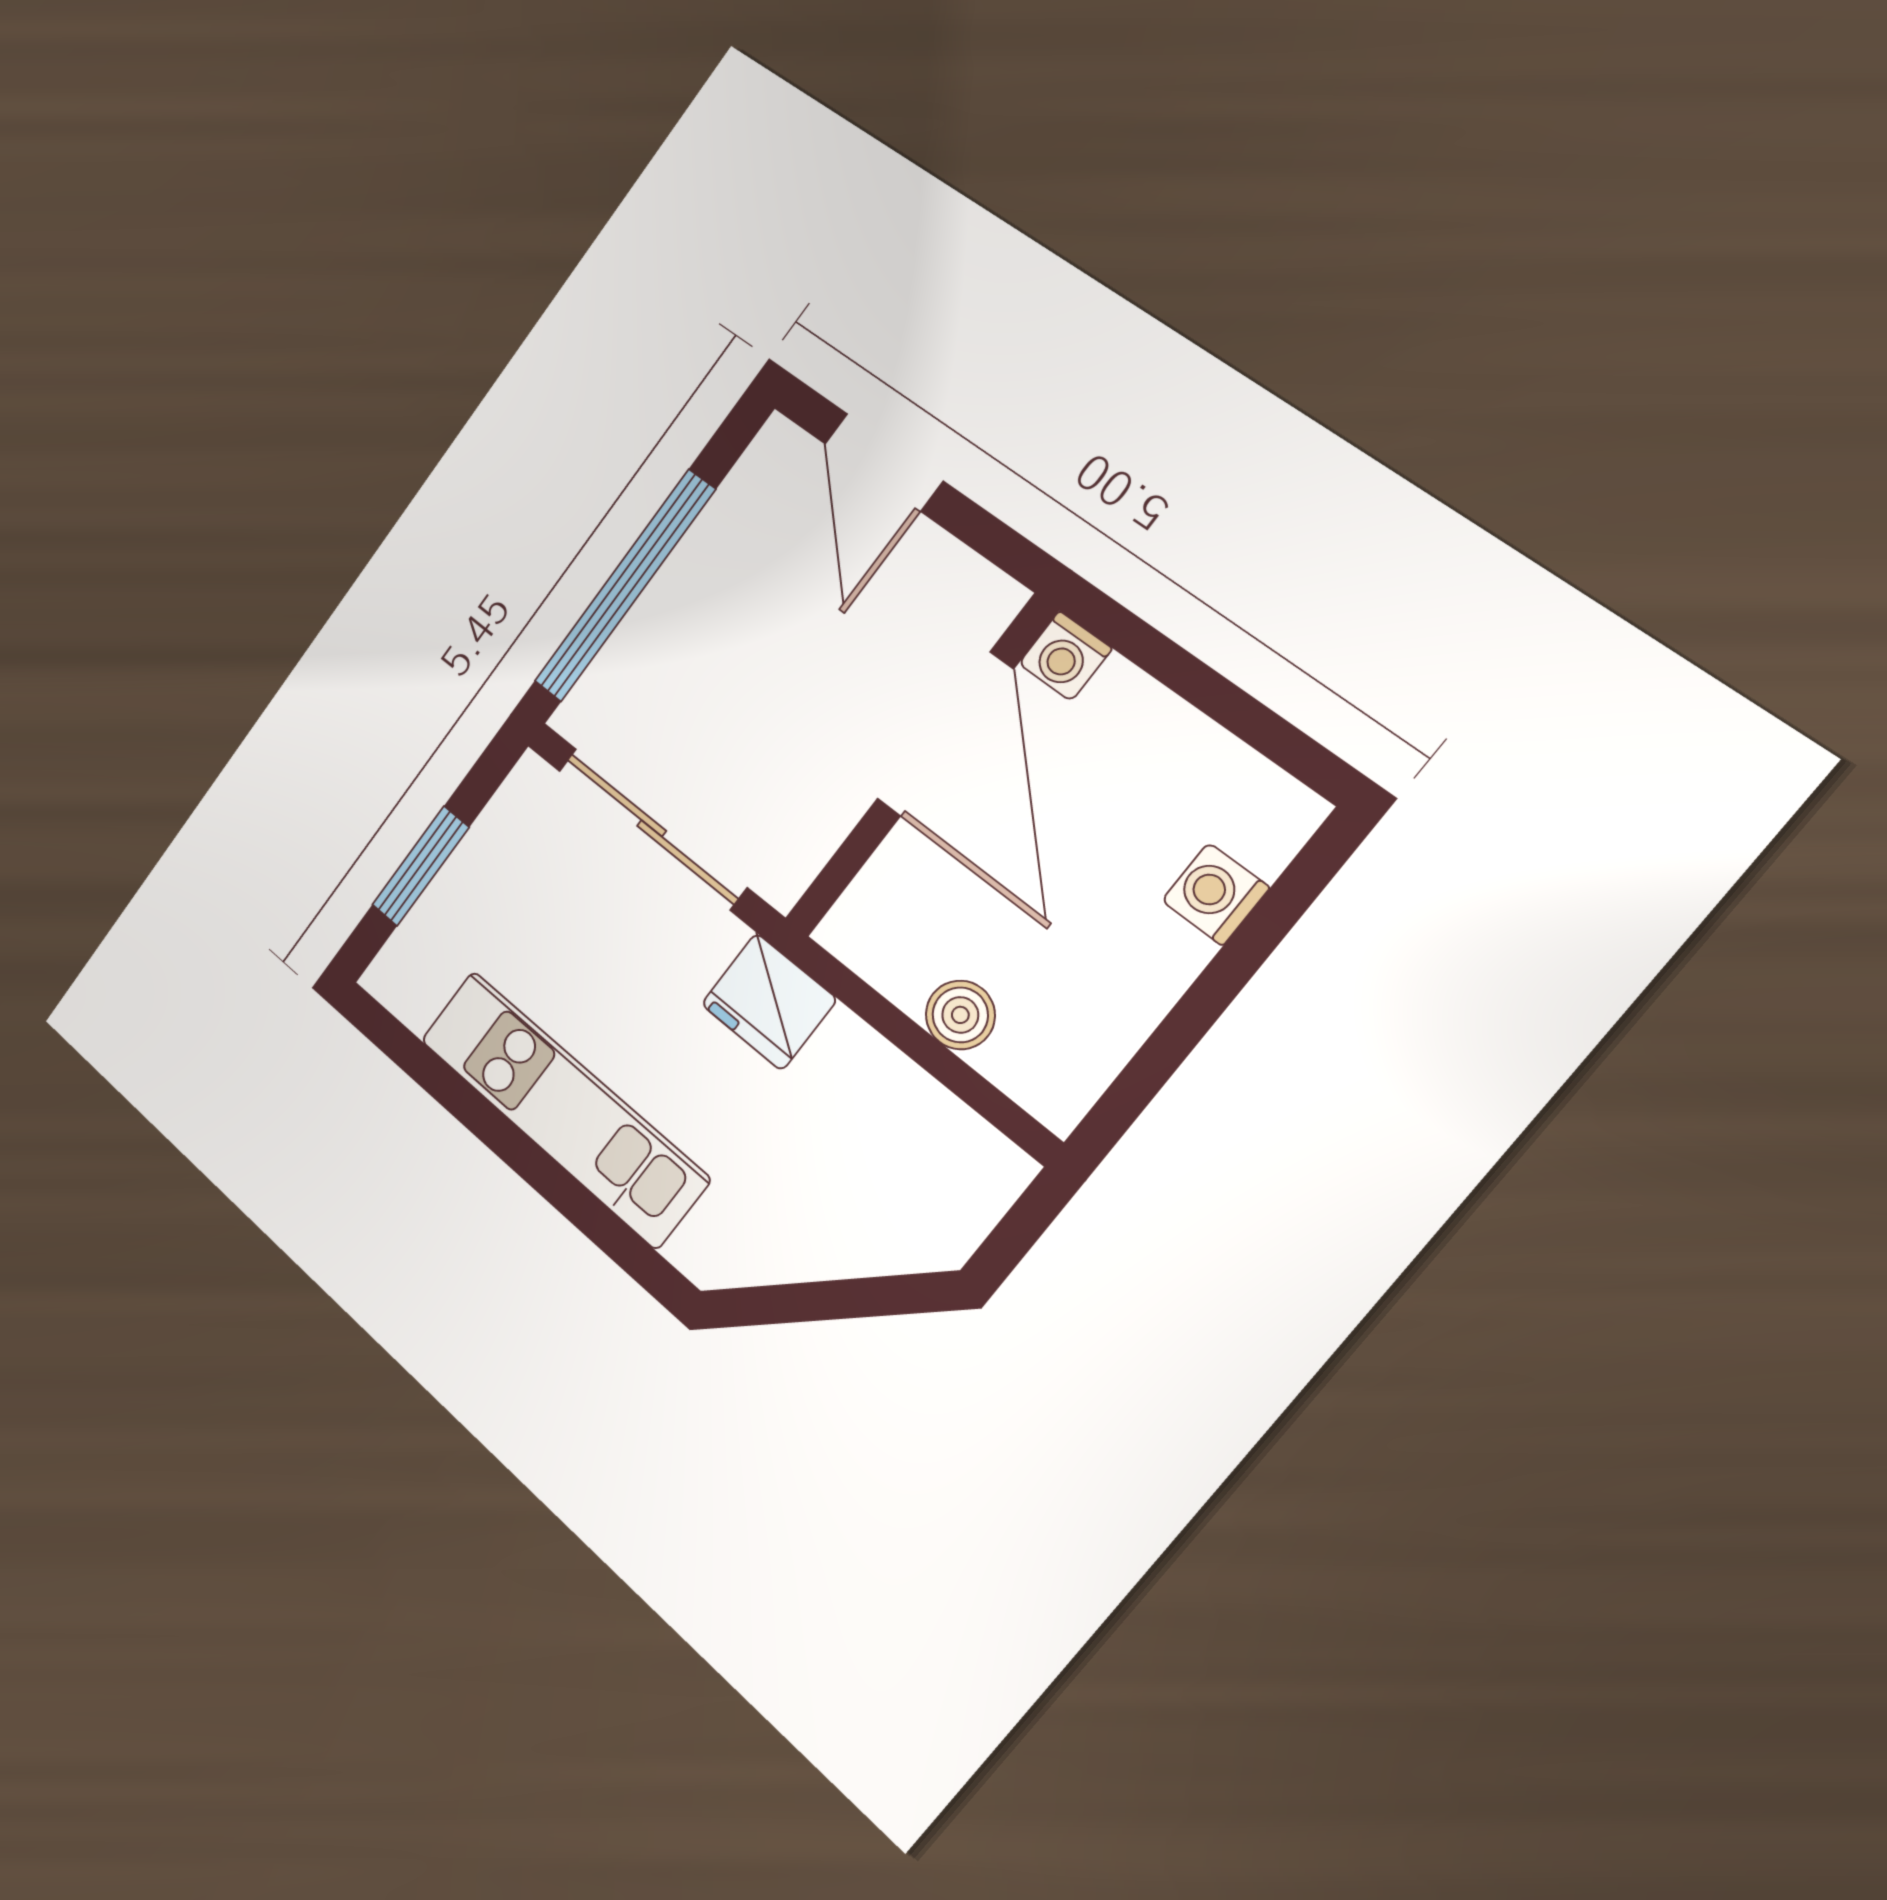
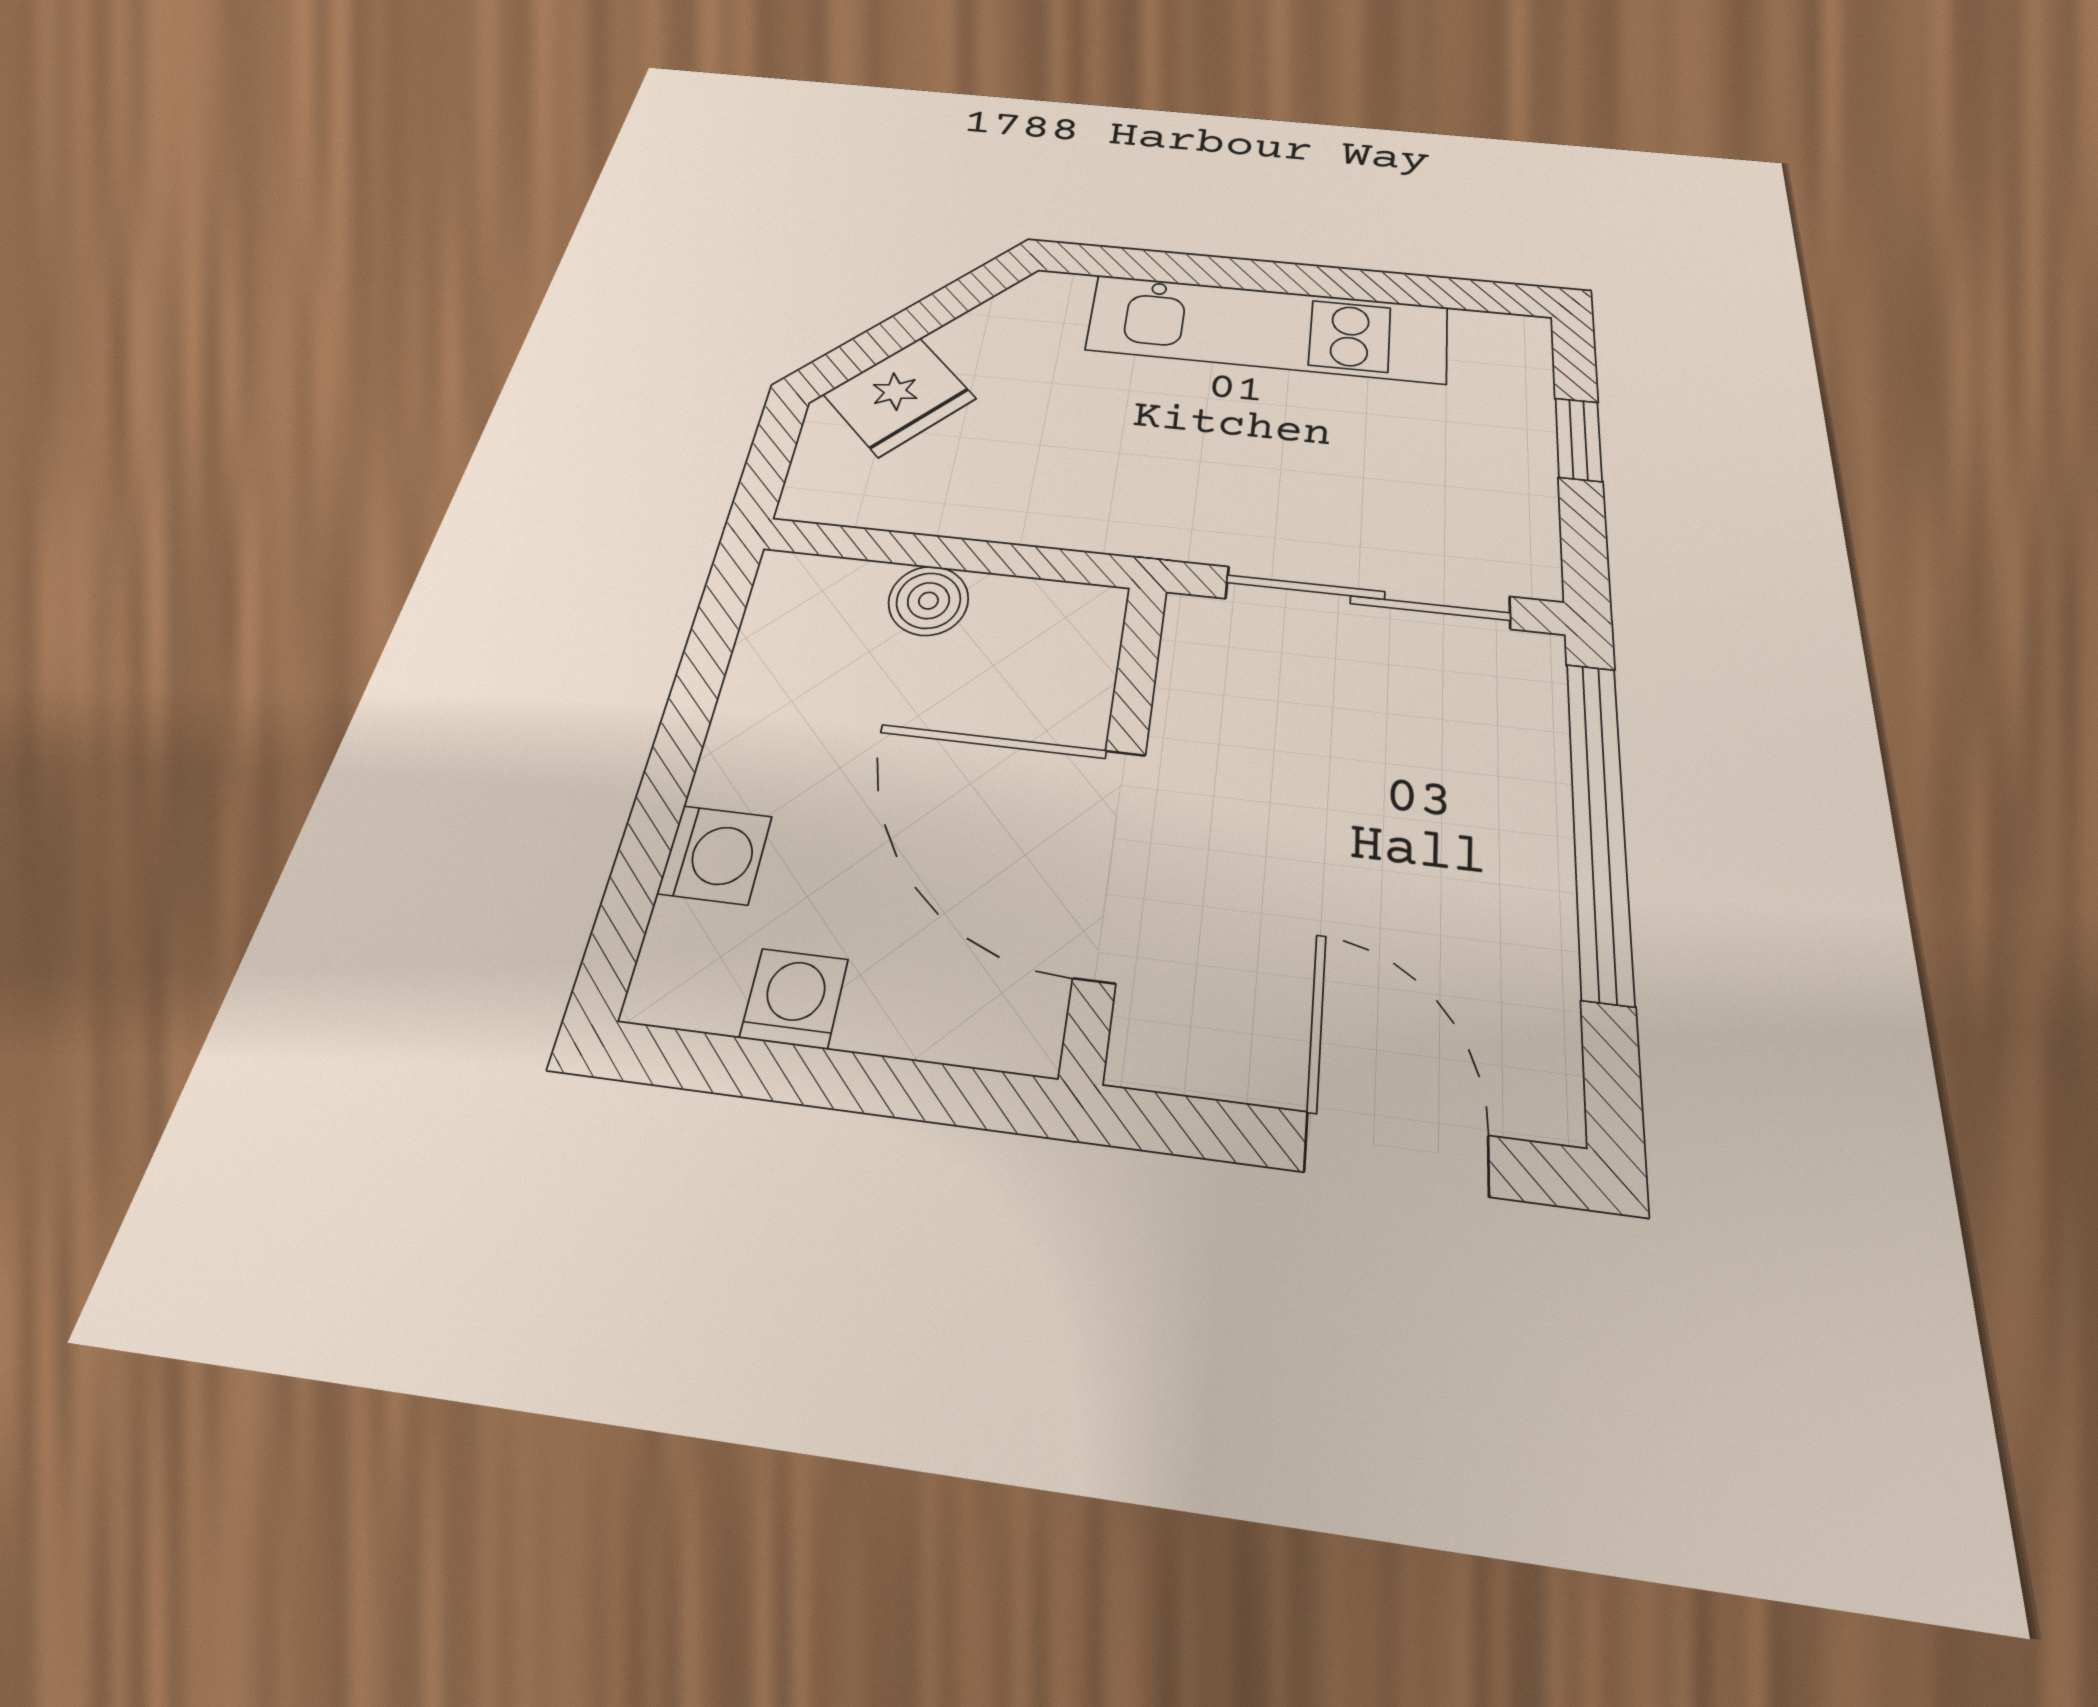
washing machine: (1065, 656) -> (794, 998), moved
window: (420, 866) -> (1578, 439), width x0.67
fridge: (769, 1002) -> (899, 396), moved, turned 134

